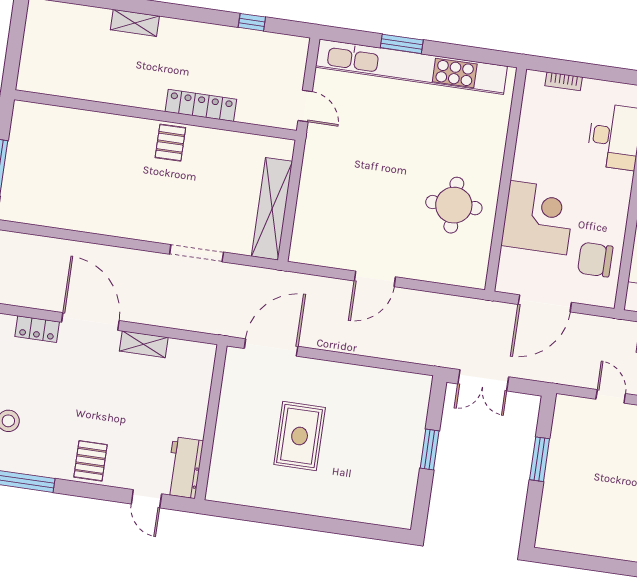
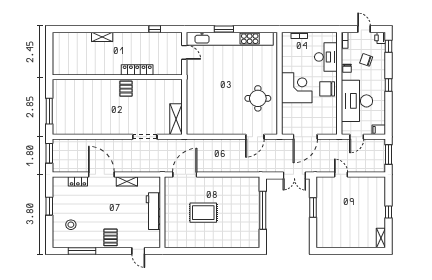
door: (305, 106) -> (184, 52), moved
shelving: (272, 209) -> (176, 119), width x0.68
corner desk: (538, 218) -> (297, 88), moved
chair: (595, 260) -> (327, 89), moved
door: (375, 279) -> (255, 137), moved
double door: (483, 380) -> (294, 176), moved
rug: (300, 436) -> (203, 213), turned 90
window: (430, 450) -> (263, 210), width x2.11
workbench: (184, 468) -> (153, 211), moved, width x1.38

